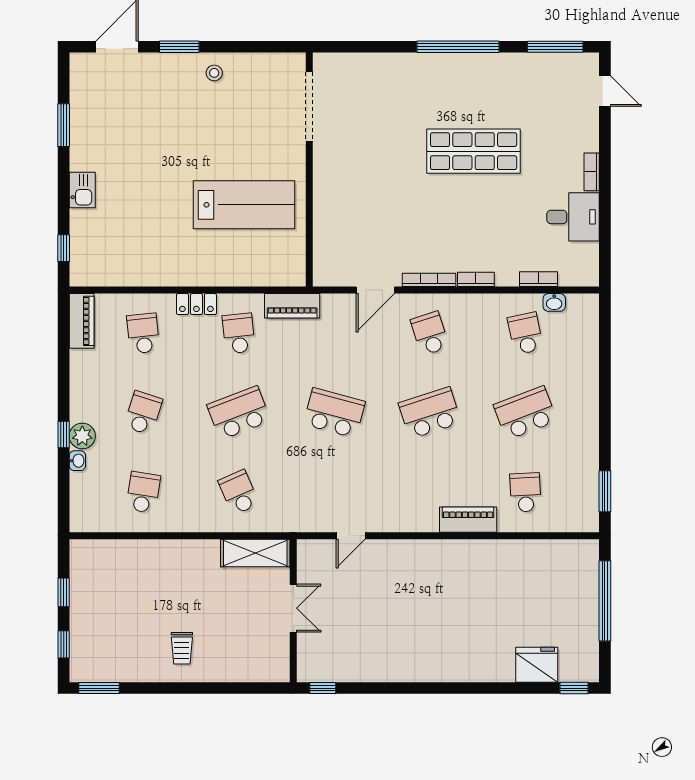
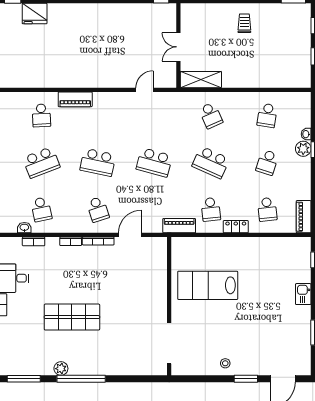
plant: (492, 64) -> (61, 369), added
school desk: (239, 413) -> (211, 162), turned 45
school desk: (430, 413) -> (98, 162), turned 30

